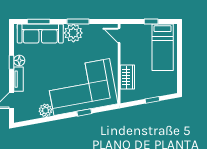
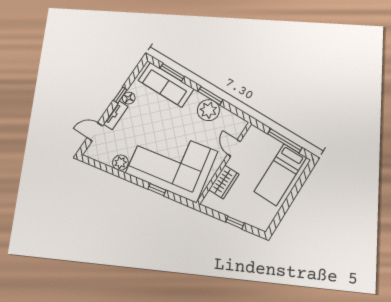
window: (151, 21) -> (285, 141), width x2.17
plant: (73, 33) -> (208, 110), moved
door: (119, 36) -> (234, 148), moved

